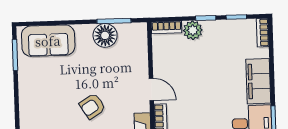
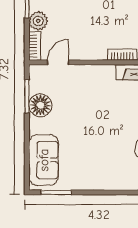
door: (151, 90) -> (58, 62), moved
armchair: (92, 106) -> (108, 120), removed

